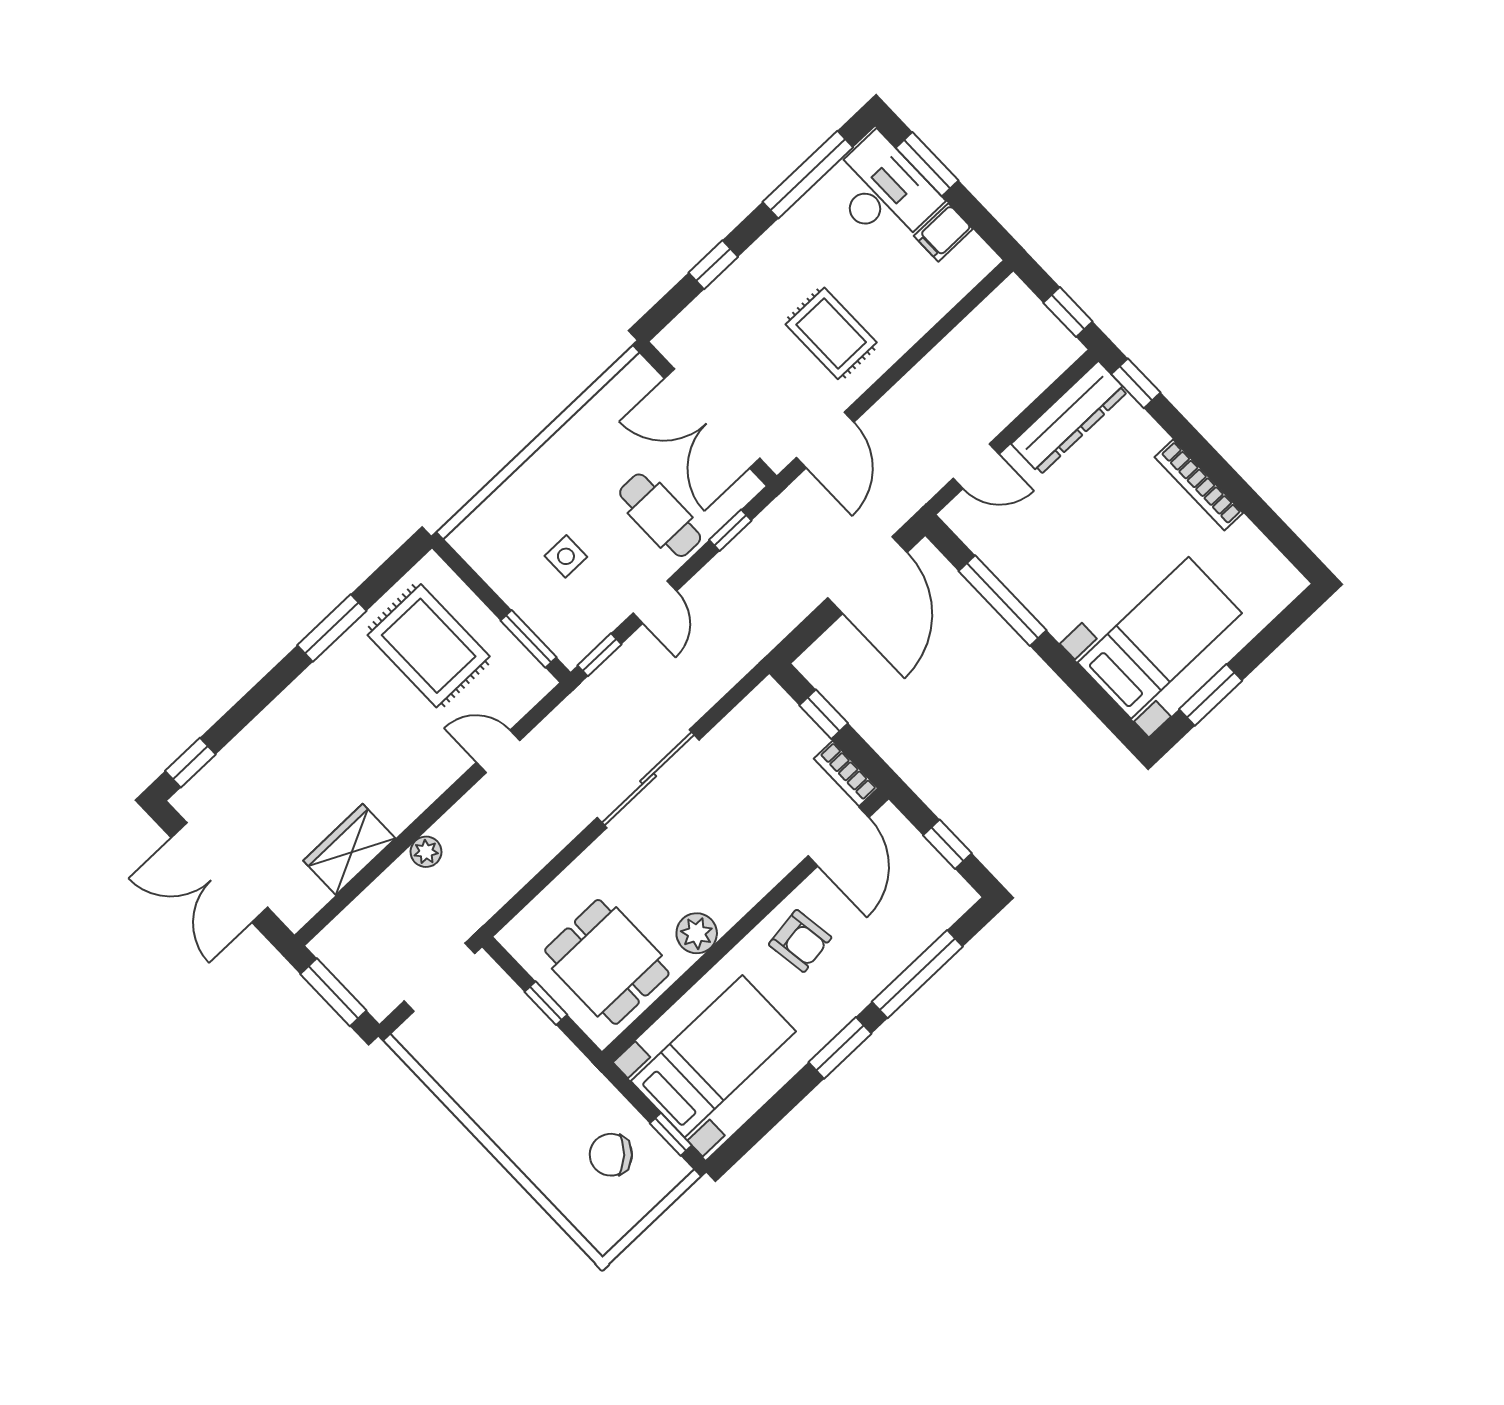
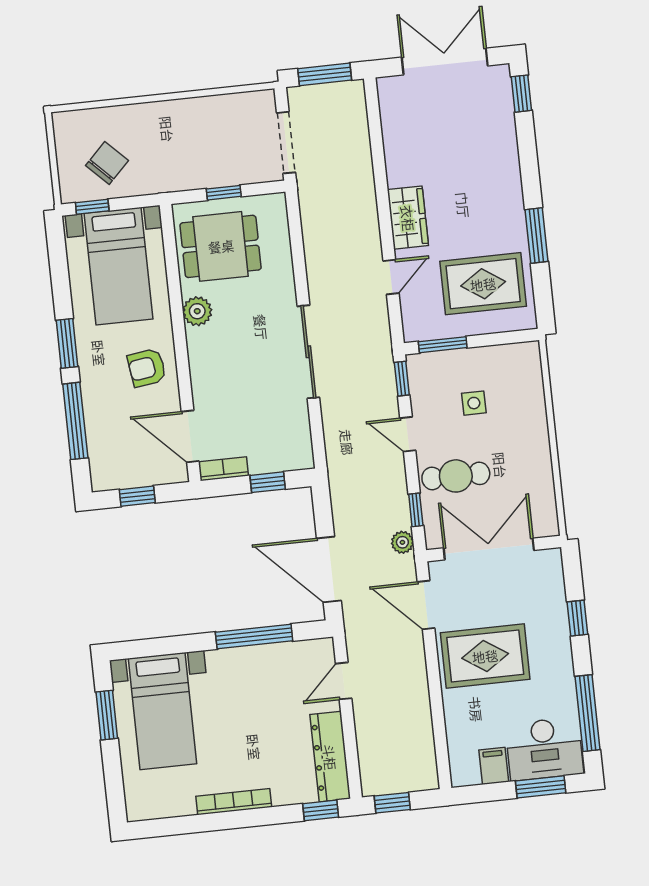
rug: (831, 333) -> (485, 656), width x1.36, depth x1.43
wardrobe: (349, 849) -> (408, 218), moved
plant: (426, 852) -> (402, 542), moved

